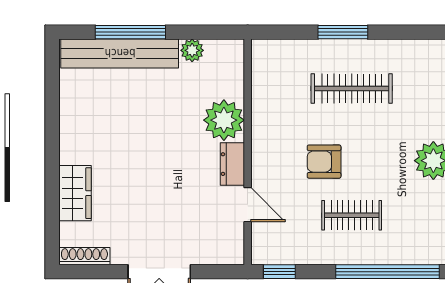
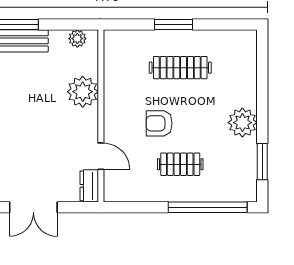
plant: (192, 50) -> (77, 39), moved
dresser: (232, 164) -> (89, 186), moved
window: (279, 272) -> (125, 207), removed

